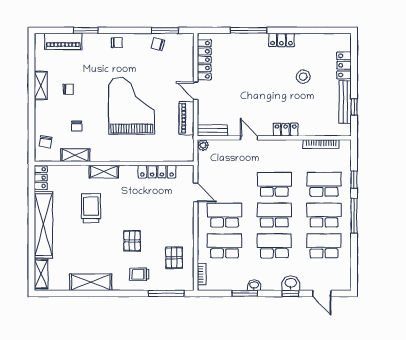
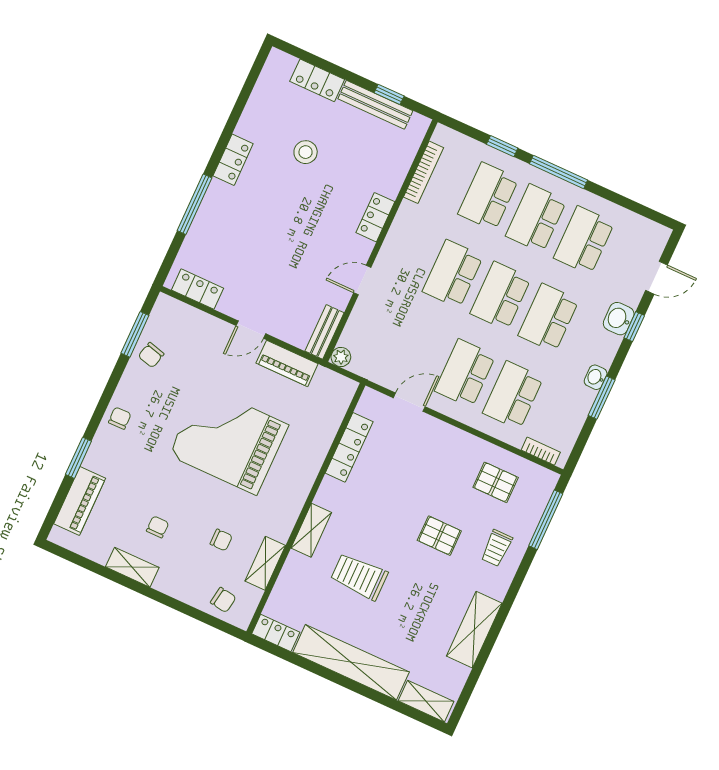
locker: (204, 60) -> (197, 289), width x0.66

